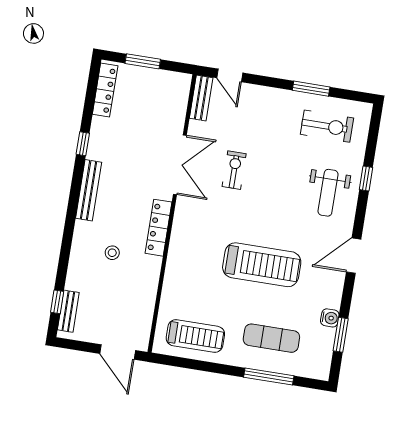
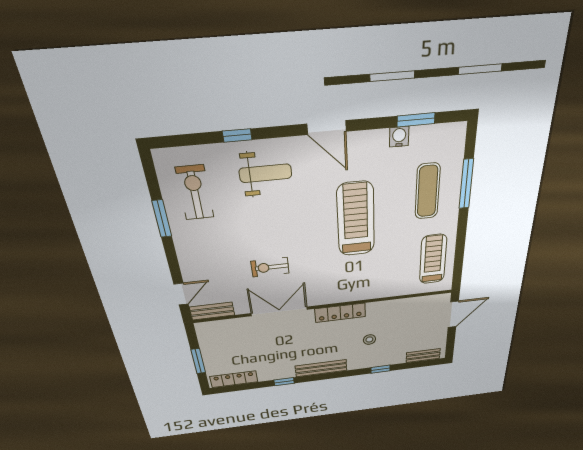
window: (57, 302) -> (381, 369), moved

